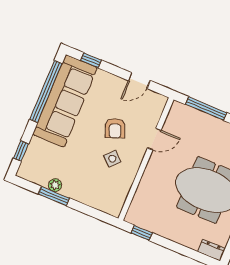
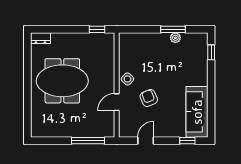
window: (46, 91) -> (211, 104), removed
sofa: (65, 101) -> (197, 112), width x0.74, depth x0.79
side table: (112, 159) -> (127, 79), moved

